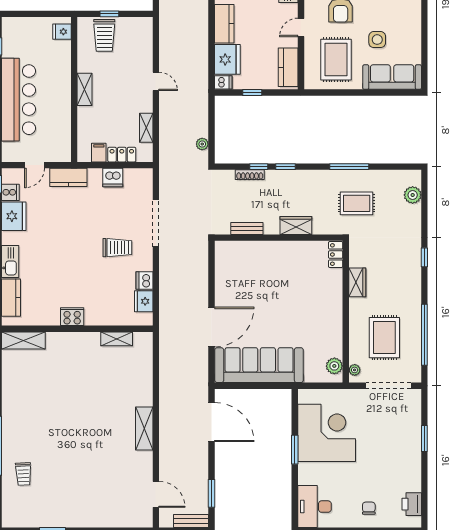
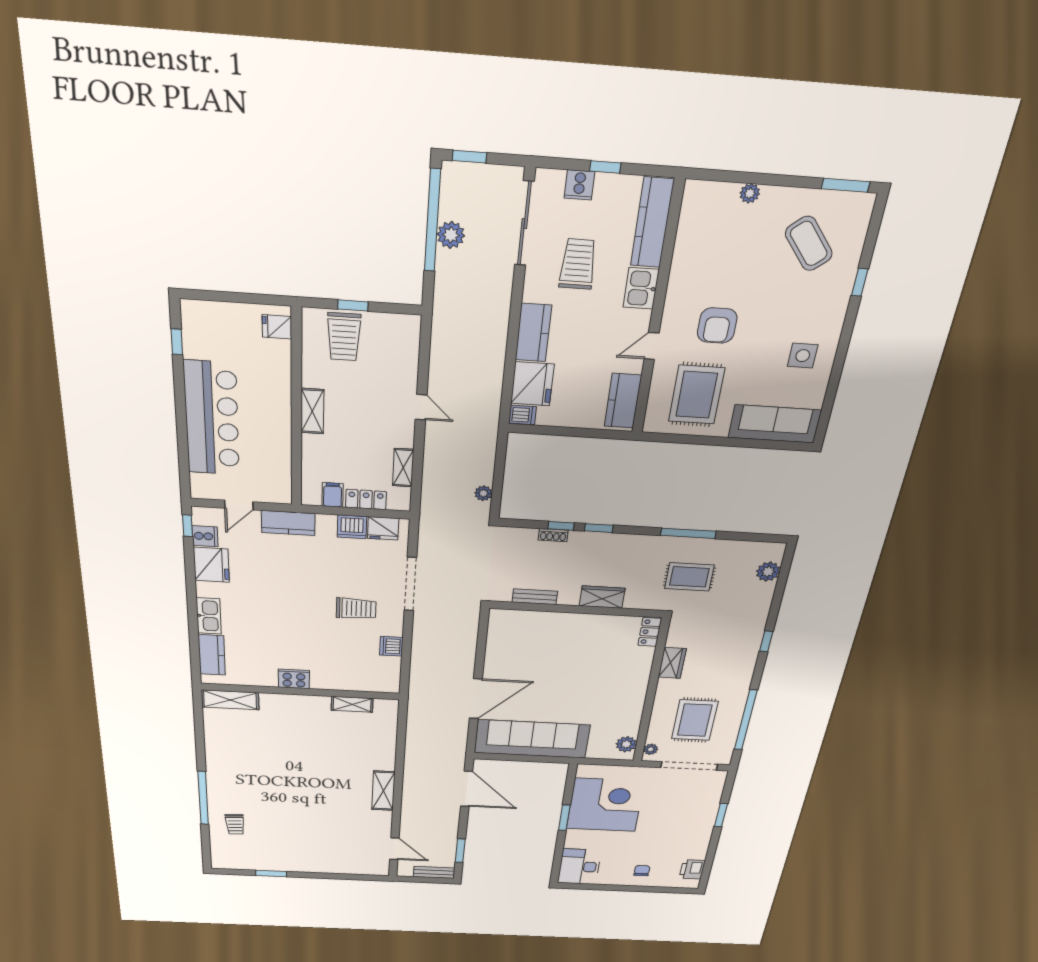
side table: (377, 40) -> (803, 356), moved
window: (252, 93) -> (564, 431), removed
shoe rack: (250, 175) -> (553, 535), width x0.70
fridge: (144, 301) -> (383, 528), moved, turned -90

